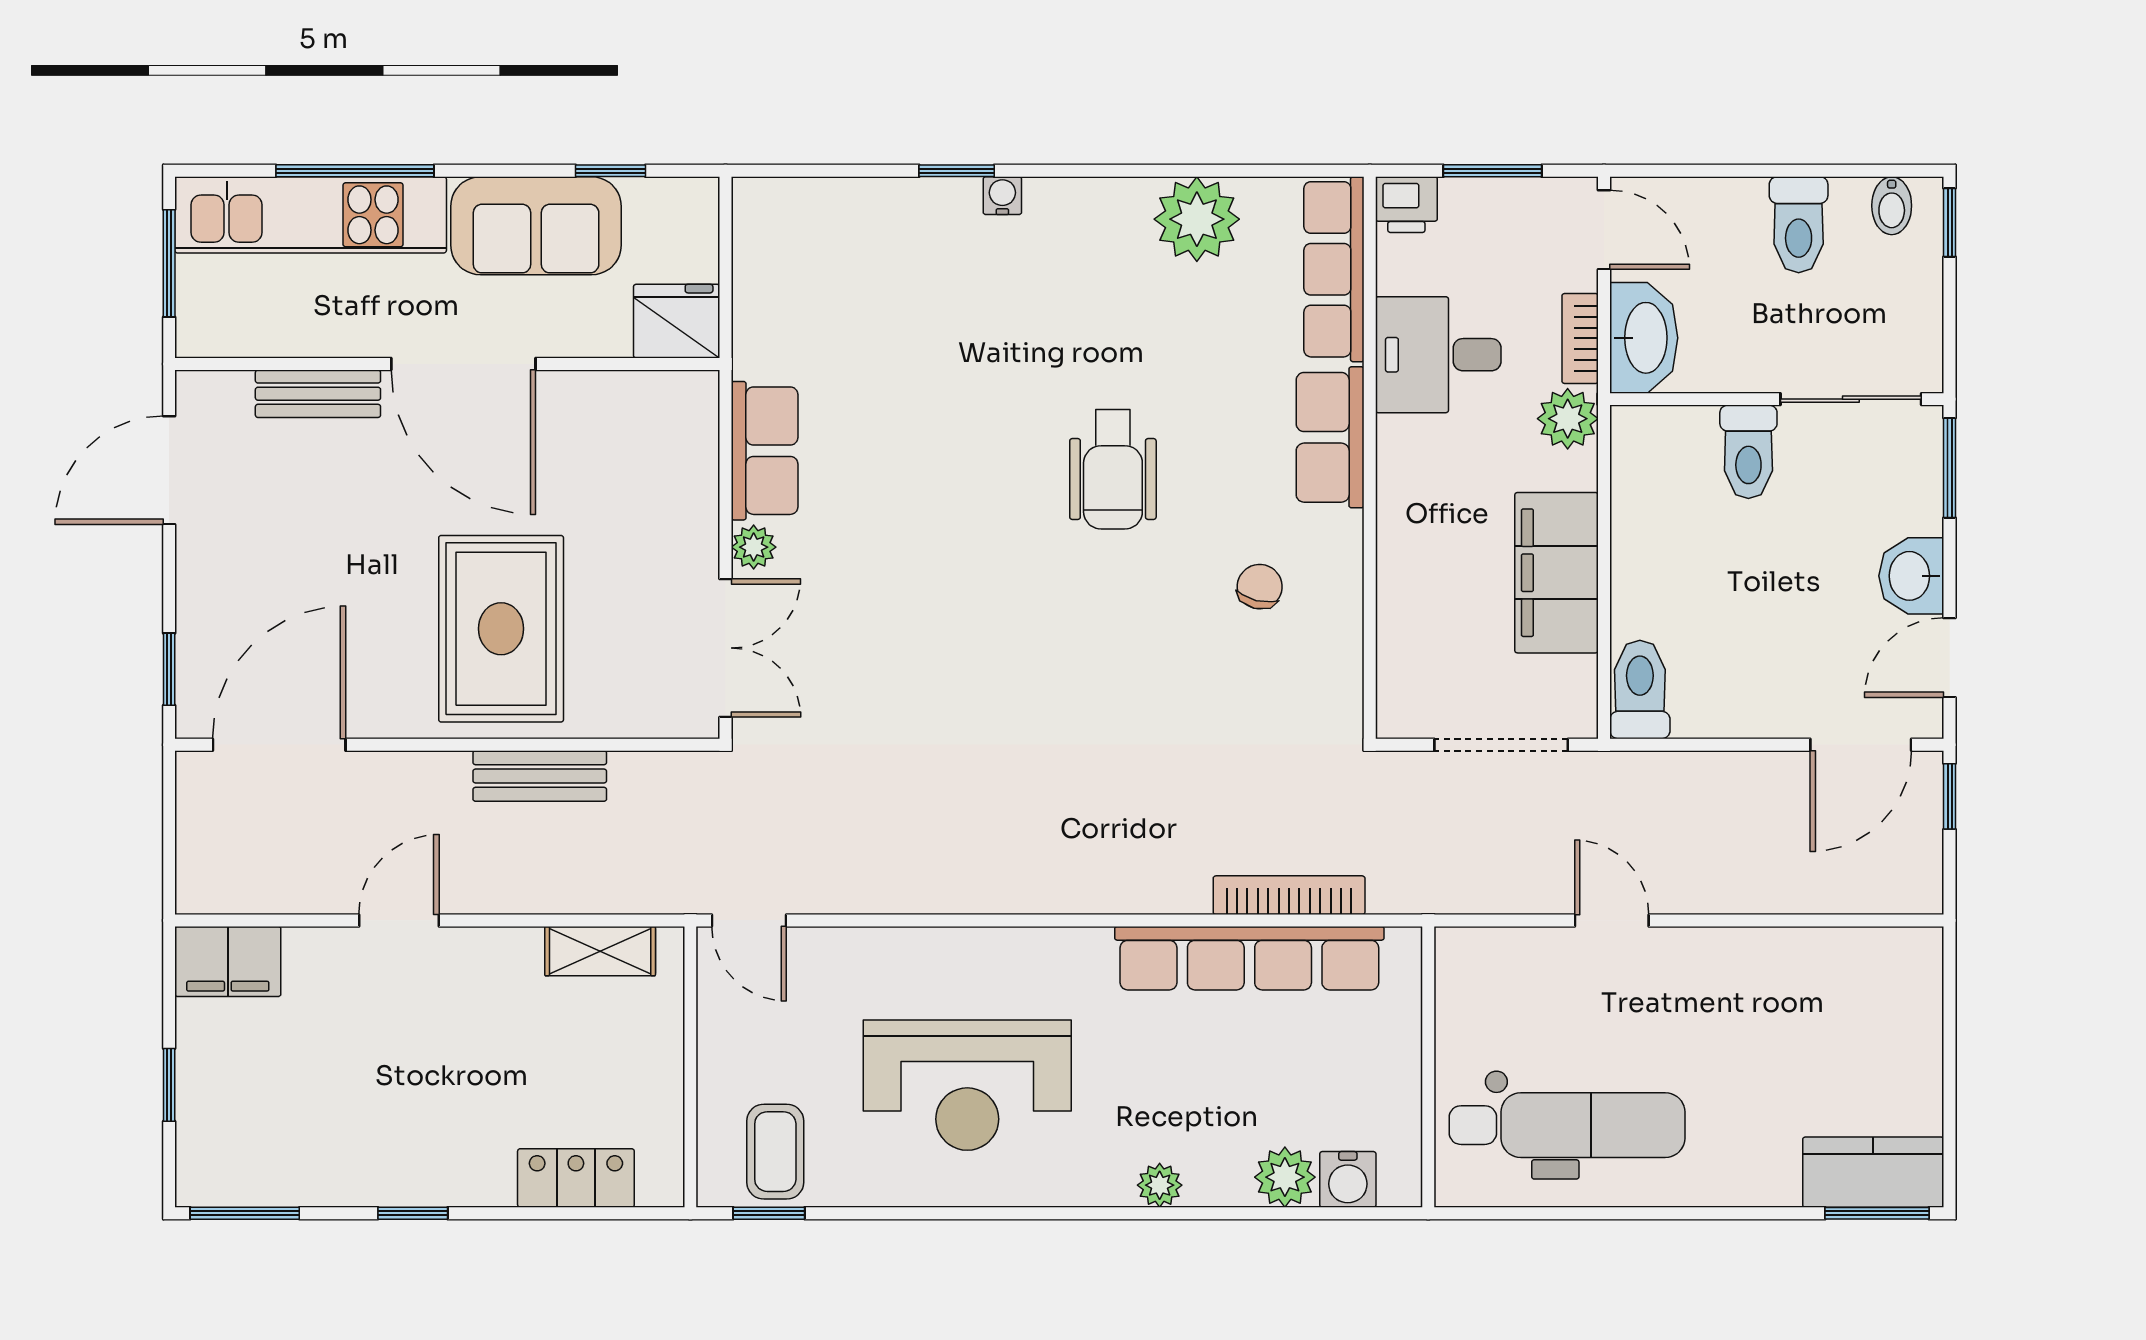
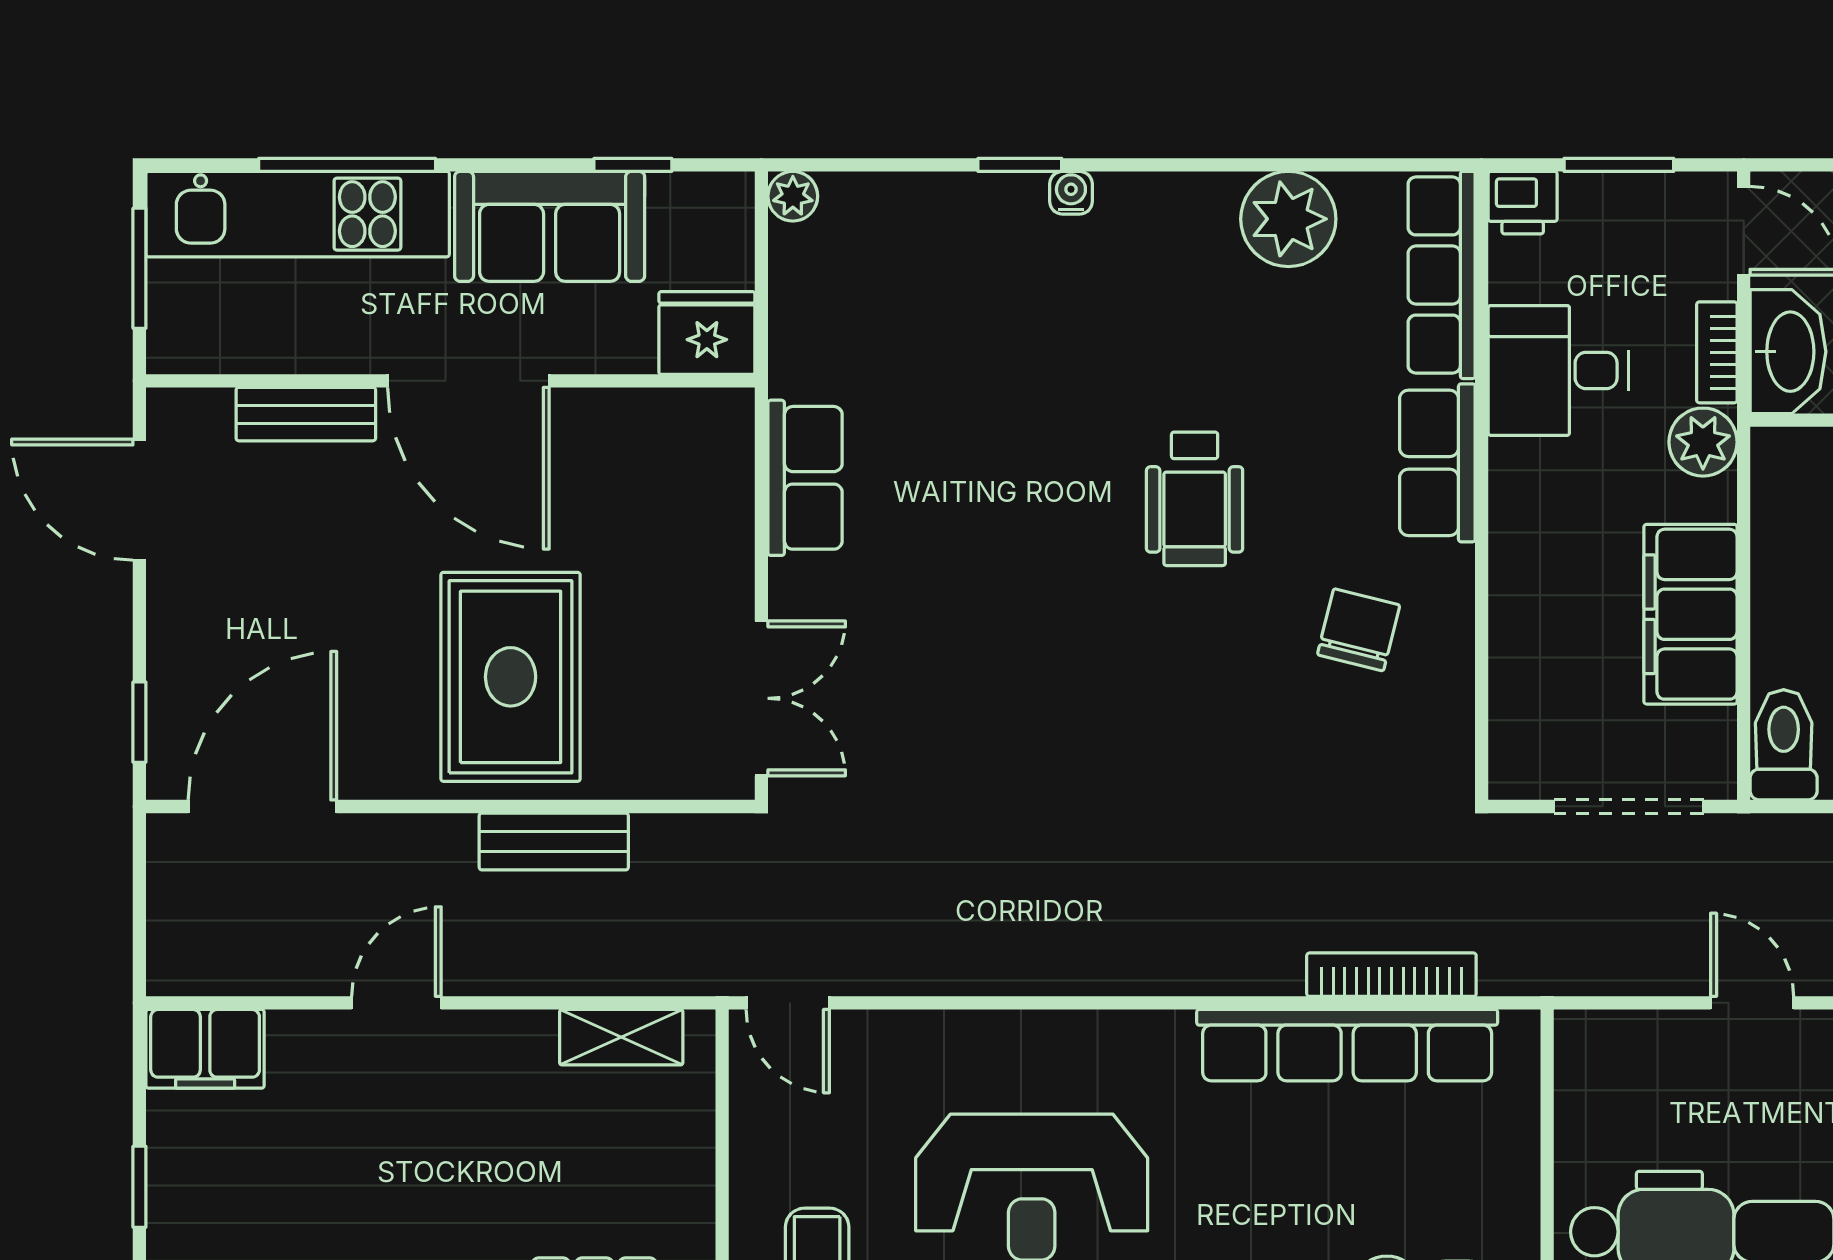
door: (169, 470) -> (139, 500), hinge flipped
plant: (754, 547) -> (793, 196), moved
chair: (1260, 587) -> (1359, 630), width x1.37, depth x1.37

